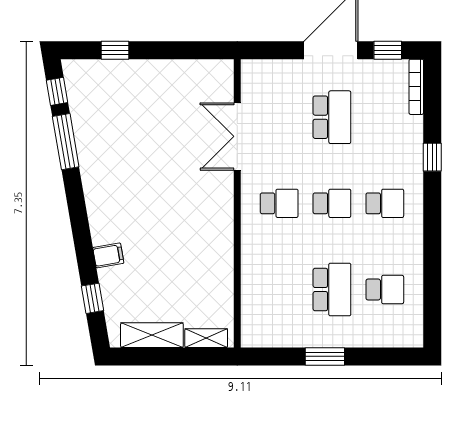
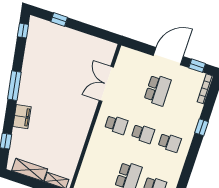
window: (66, 142) -> (14, 86), moved
filing cabinet: (108, 255) -> (22, 117), width x2.00

